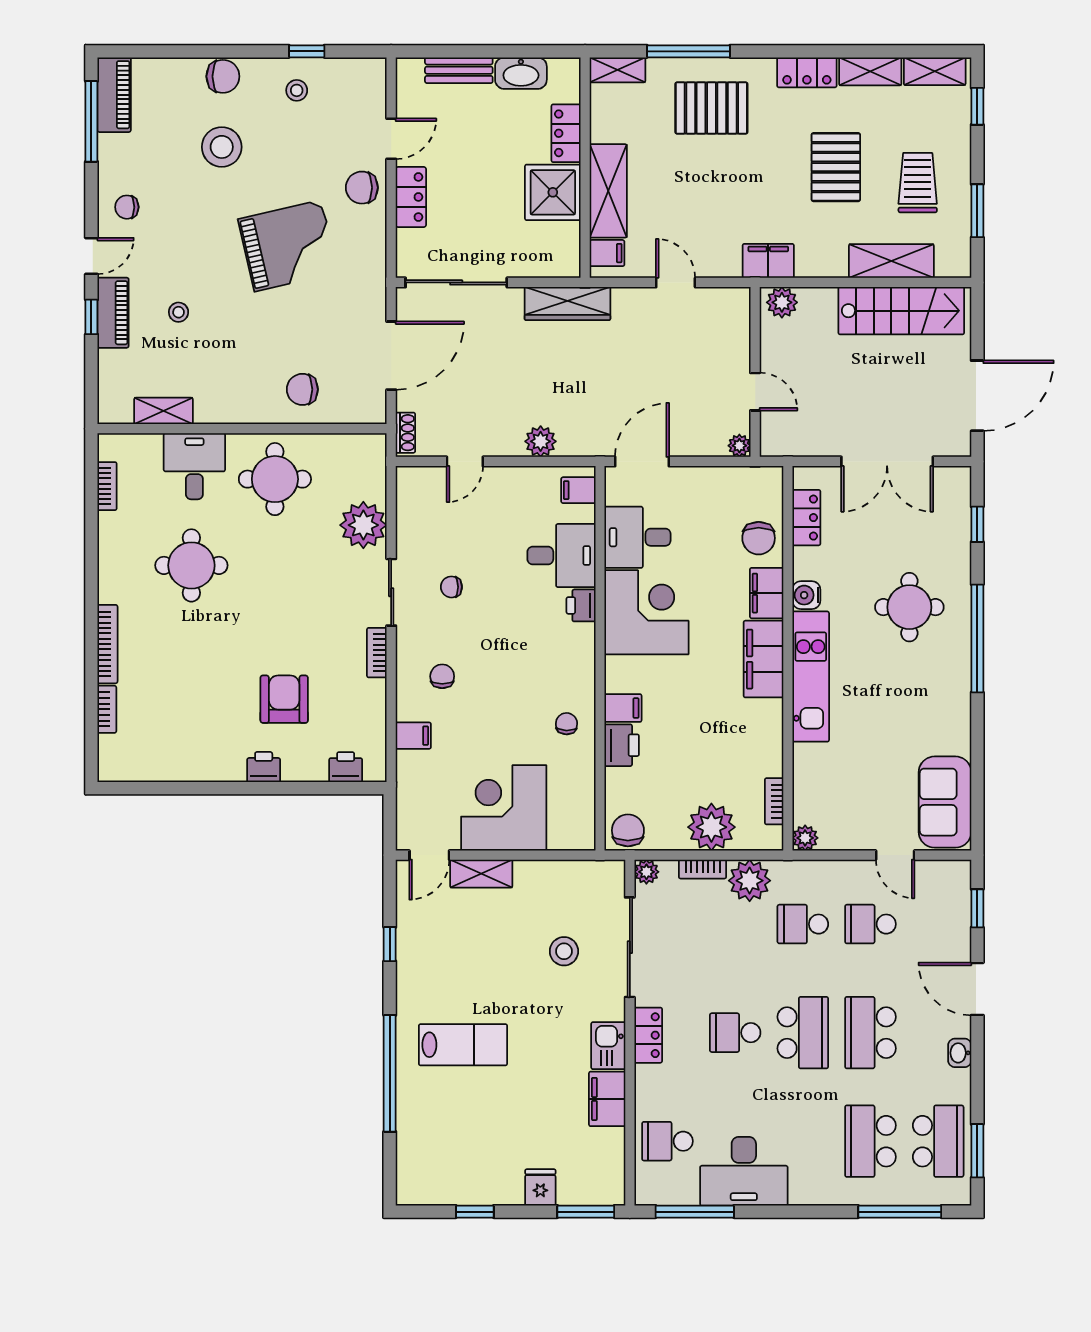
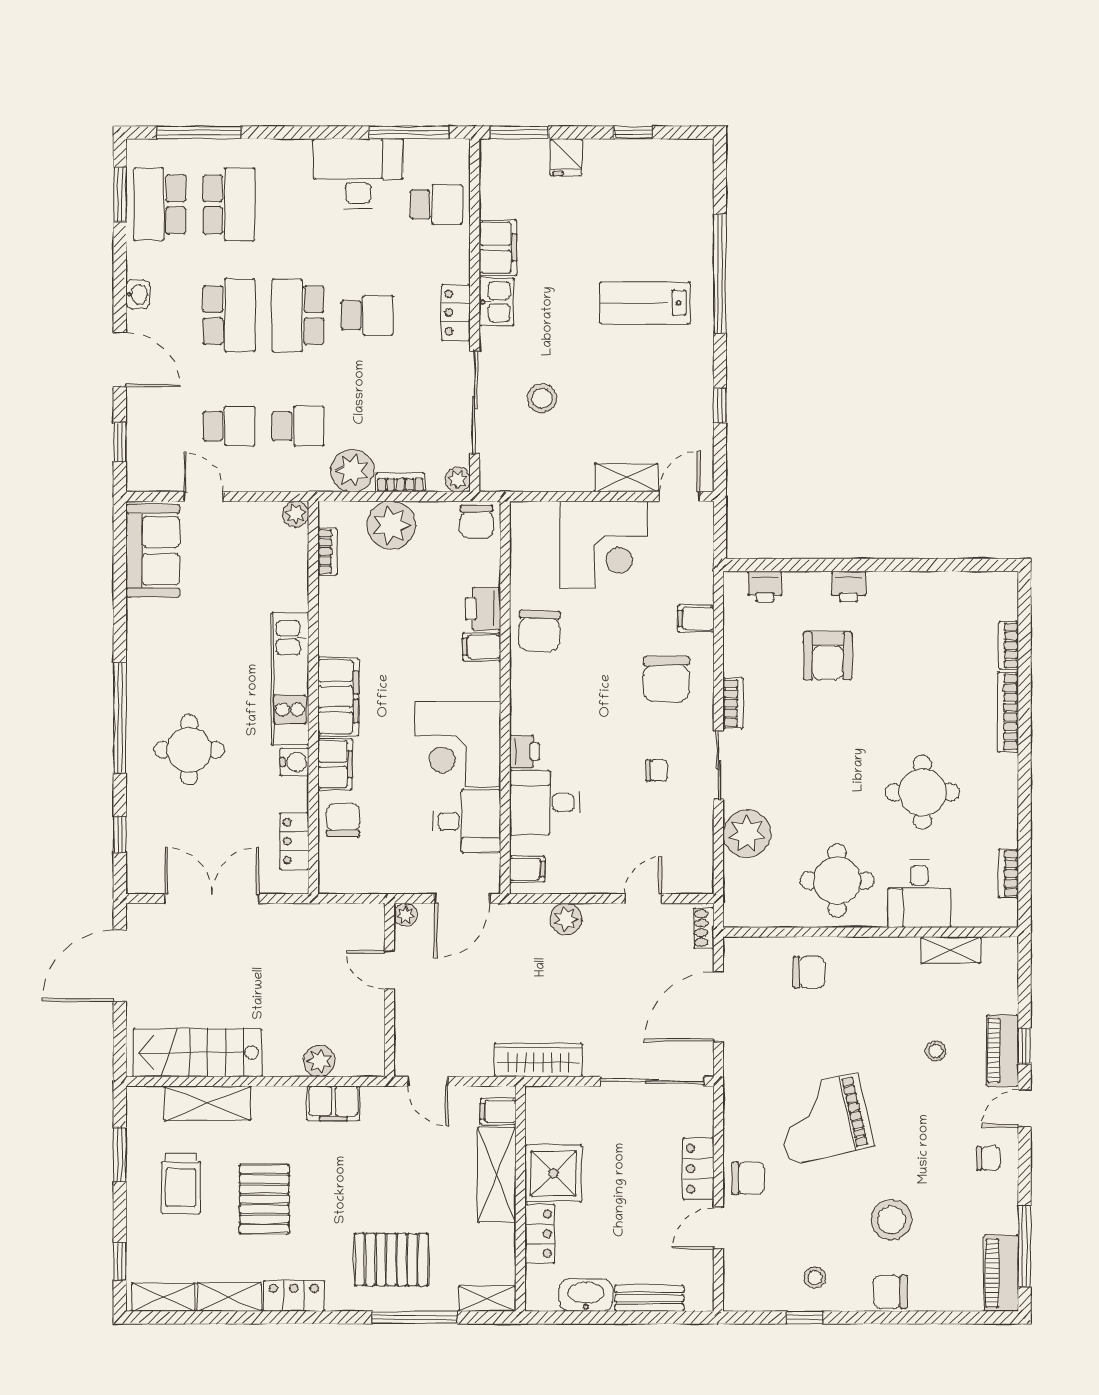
wall: (755, 372) -> (389, 990), moved
door: (755, 392) -> (389, 970), moved
plant: (739, 446) -> (405, 915), moved
chair: (442, 676) -> (666, 679), width x1.87, depth x1.87
chair: (566, 724) -> (539, 631), width x1.87, depth x1.87

